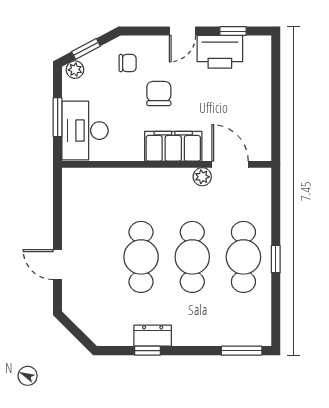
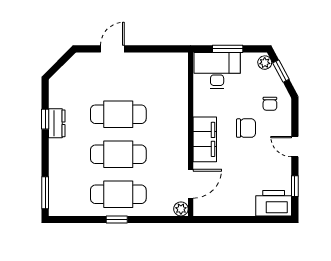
printer: (220, 52) -> (274, 203), moved, turned 90
plant: (202, 177) -> (181, 209), moved

